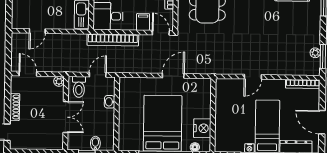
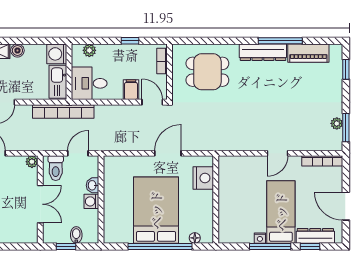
bookcase: (113, 40) -> (63, 111), moved
door: (253, 77) -> (278, 153), moved
washing machine: (108, 115) -> (91, 201), added
nightstand: (202, 128) -> (203, 178), moved

